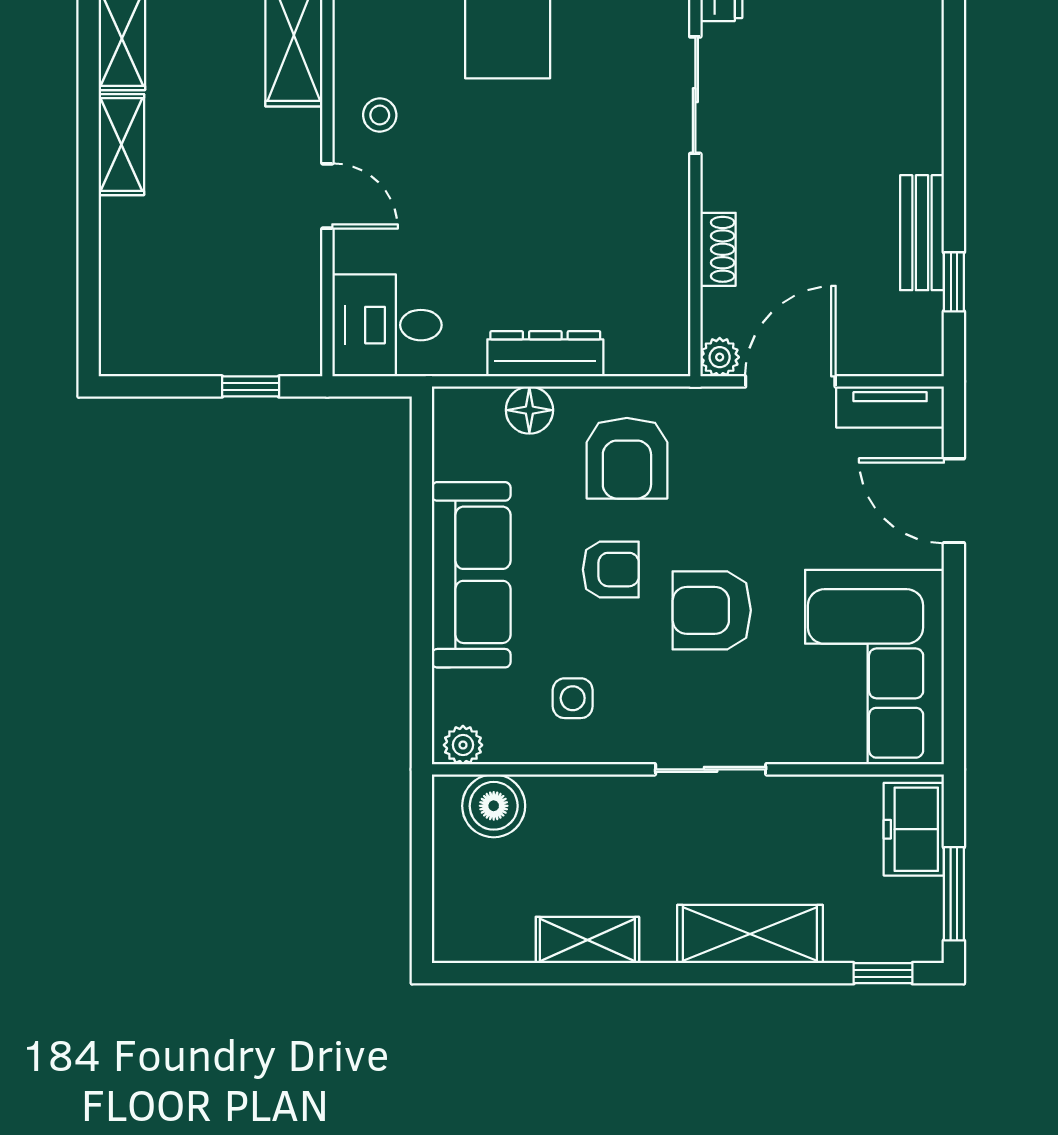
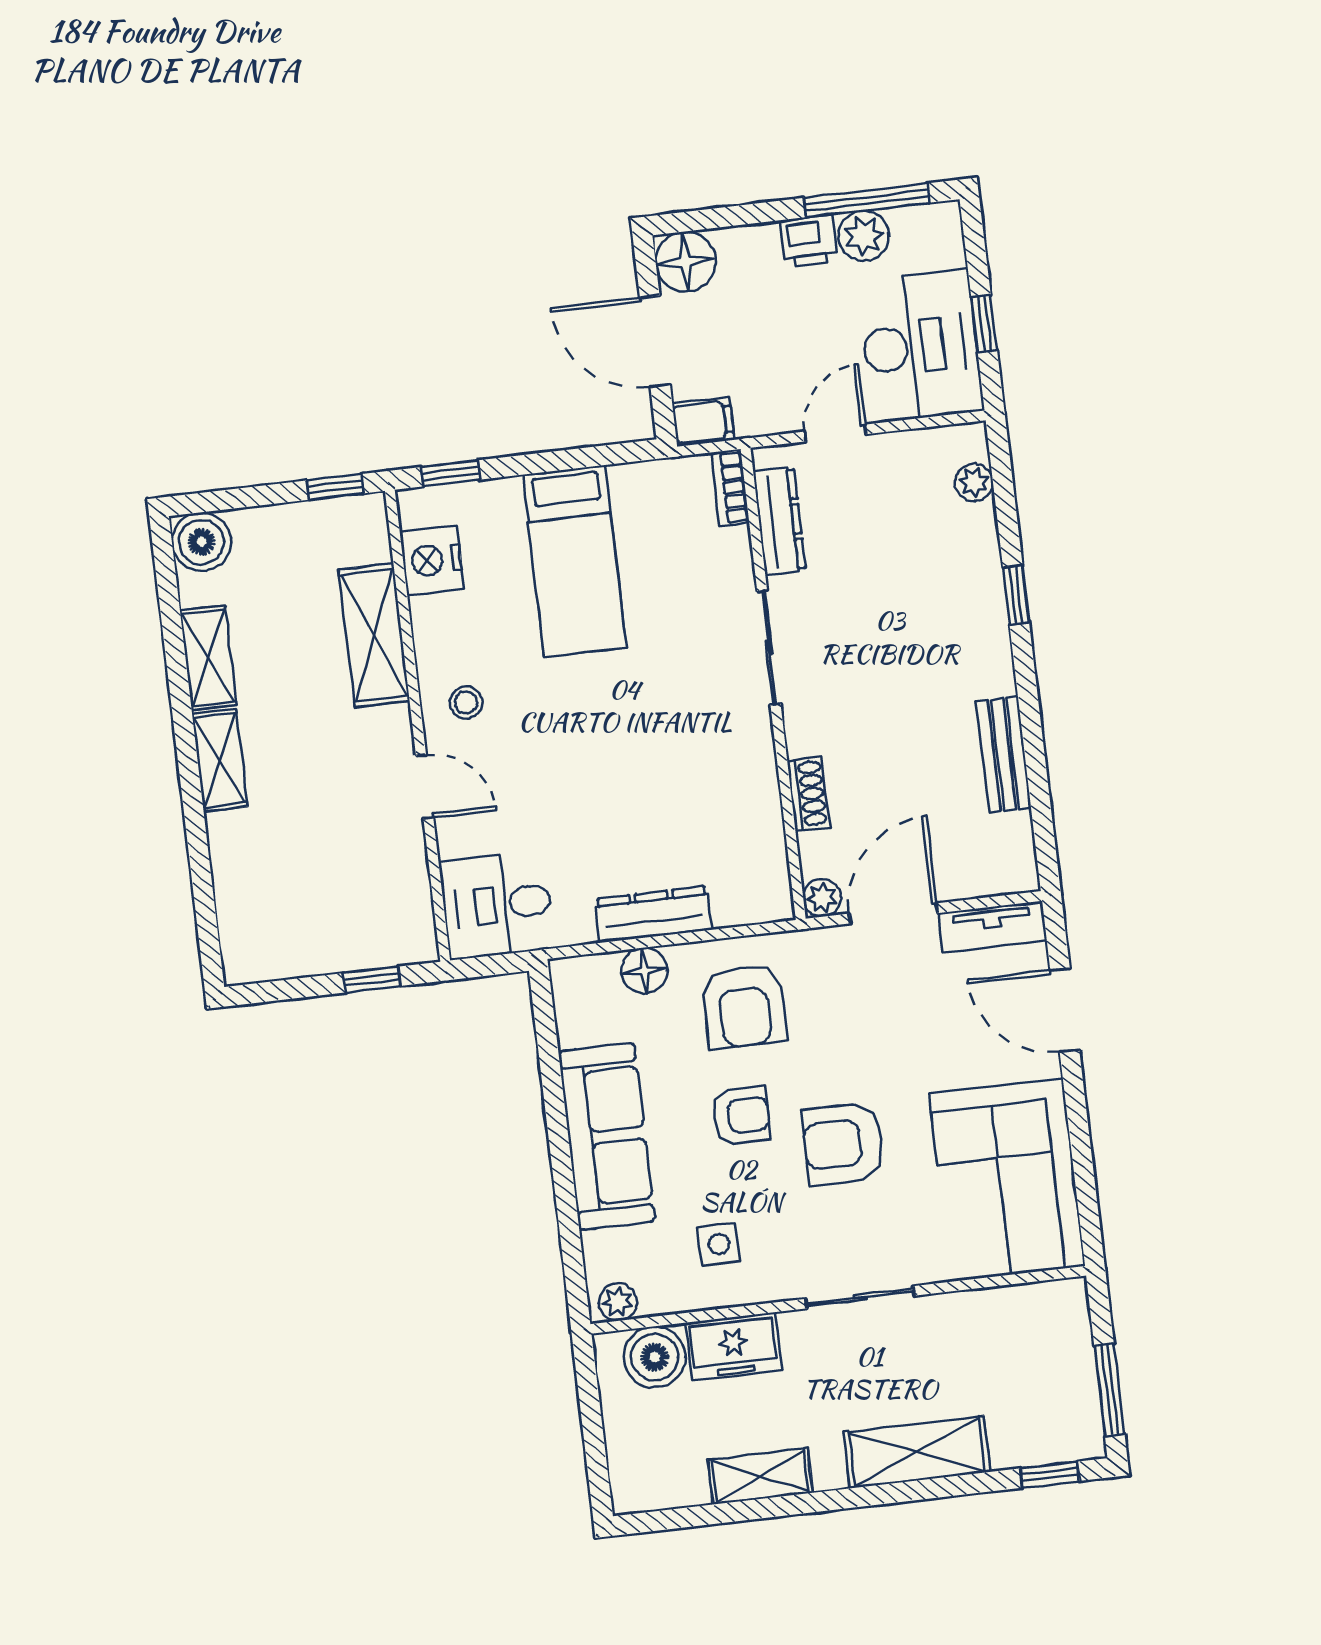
window: (954, 282) -> (1016, 595), moved
freezer: (914, 829) -> (734, 1347), moved, turned -90

